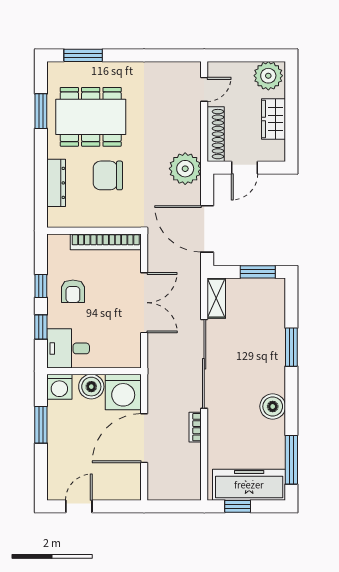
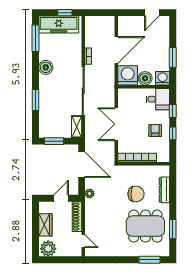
door: (204, 89) -> (83, 241), swing flipped
plant: (185, 169) -> (90, 194), width x0.53, depth x0.53

